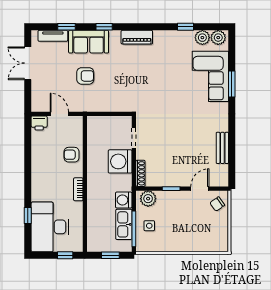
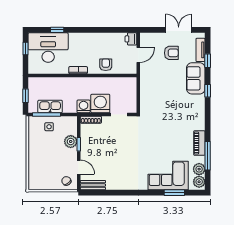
window: (186, 27) -> (208, 156), width x2.17
piano: (137, 37) -> (199, 143), moved
armchair: (85, 76) -> (171, 53), moved, turned -90
window: (232, 84) -> (174, 193), moved
bench: (222, 148) -> (93, 185), moved
plant: (148, 199) -> (71, 142), moved
washing machine: (124, 200) -> (84, 106), moved
window: (65, 255) -> (26, 49), moved

